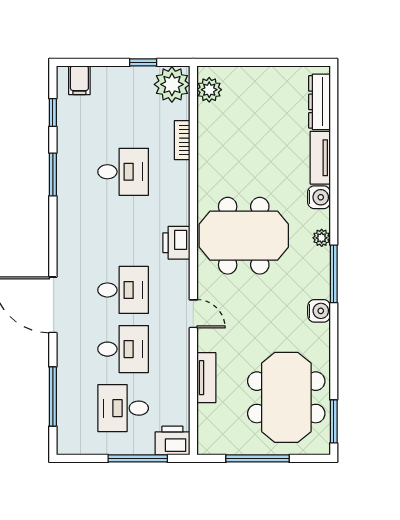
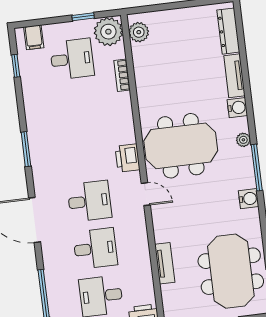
desk: (123, 172) -> (72, 59), moved
window: (53, 174) -> (26, 149), moved
door: (193, 314) -> (146, 194), moved

